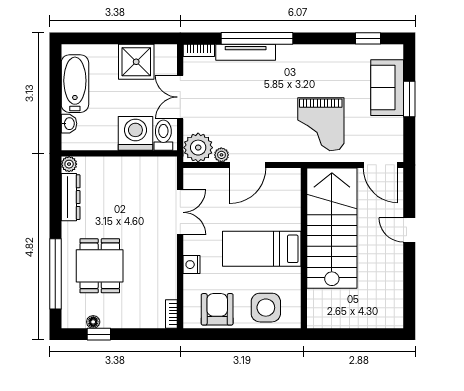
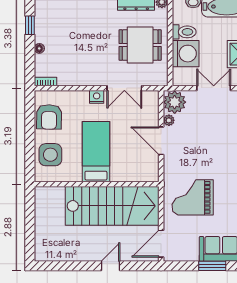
toilet: (163, 135) -> (184, 32), moved
nightstand: (191, 265) -> (97, 97), moved
dining table: (100, 266) -> (140, 45), moved
armchair: (217, 309) -> (49, 117), turned 91
floor lamp: (93, 322) -> (39, 48), moved

